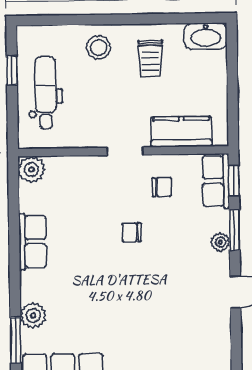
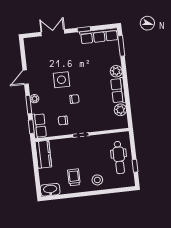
kitchen counter: (181, 132) -> (43, 154), moved, turned -90
plant: (31, 170) -> (120, 110), moved
side table: (156, 278) -> (61, 80), added
plant: (33, 315) -> (116, 71), moved

